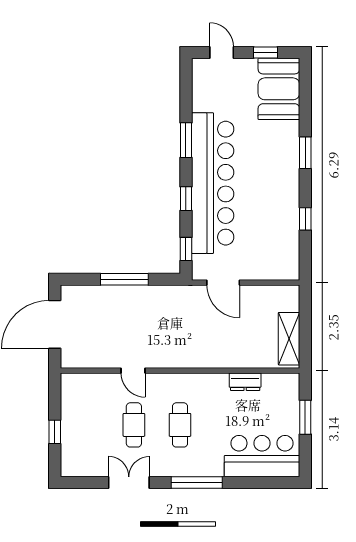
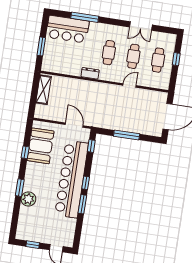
booth: (279, 89) -> (41, 146), moved
plant: (286, 135) -> (28, 199), added
window: (186, 199) -> (86, 183), moved
door: (133, 371) -> (129, 85), hinge flipped
dresser: (245, 382) -> (90, 73), moved
cafe table: (88, 425) -> (158, 60), added
window: (197, 483) -> (85, 17), moved

